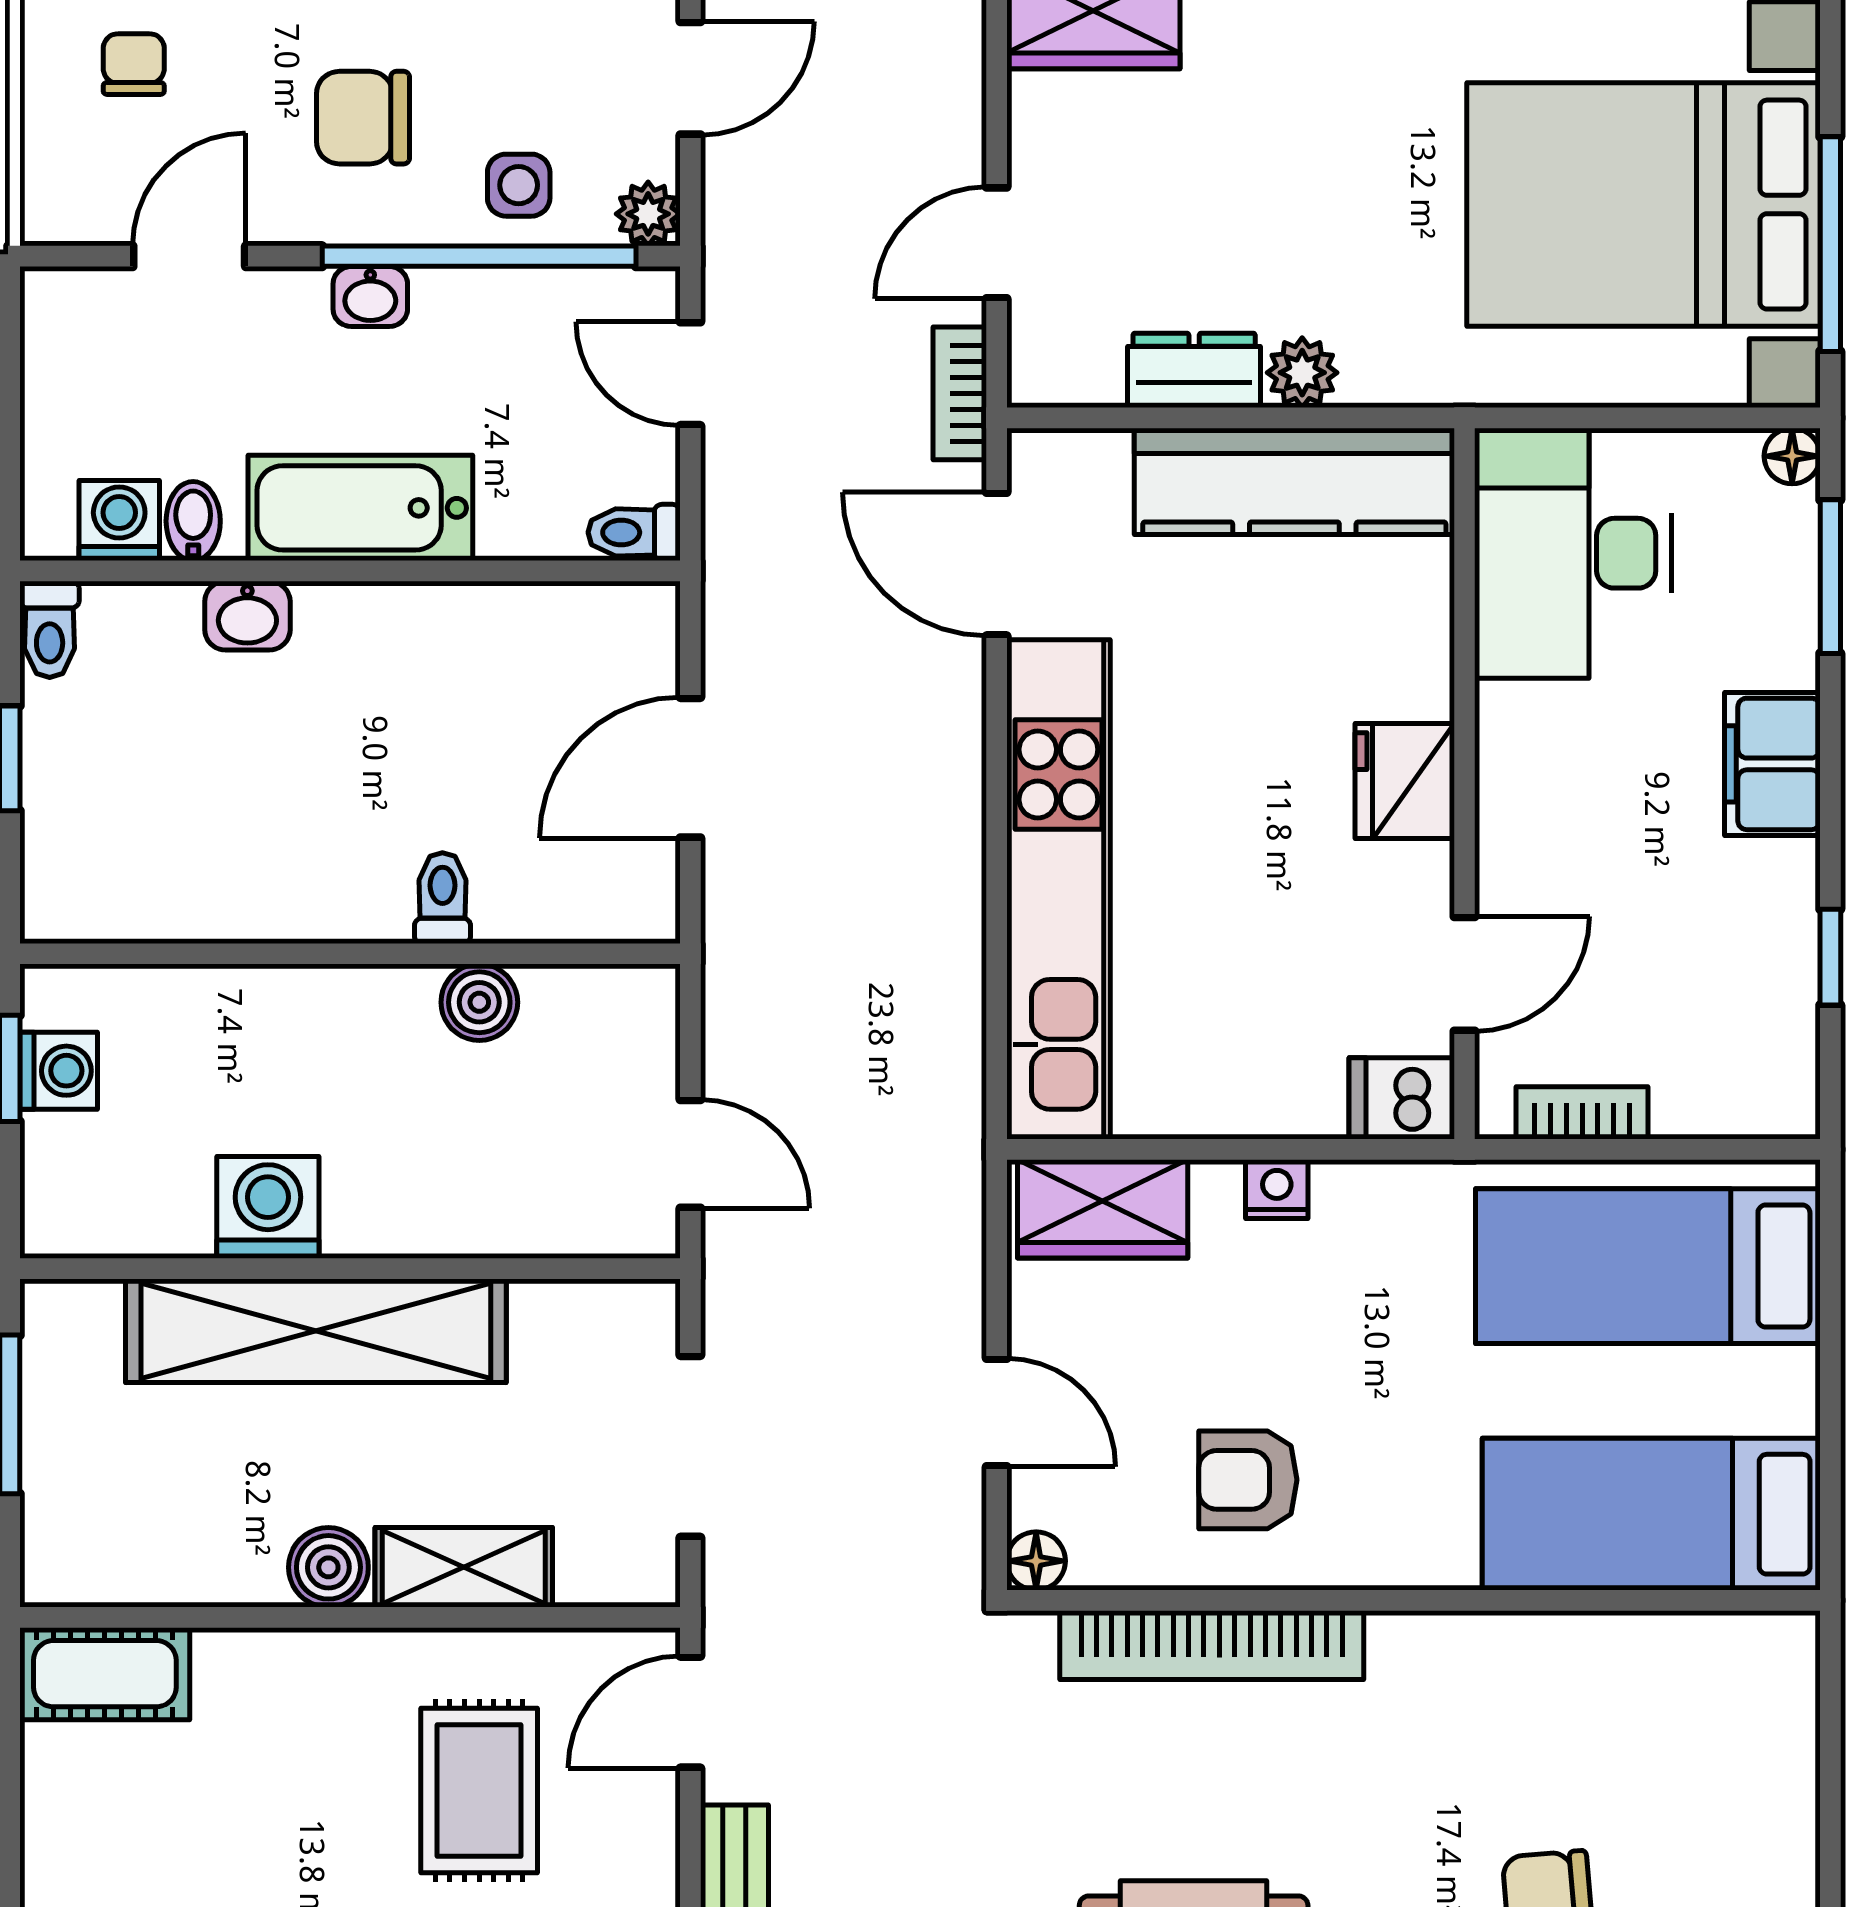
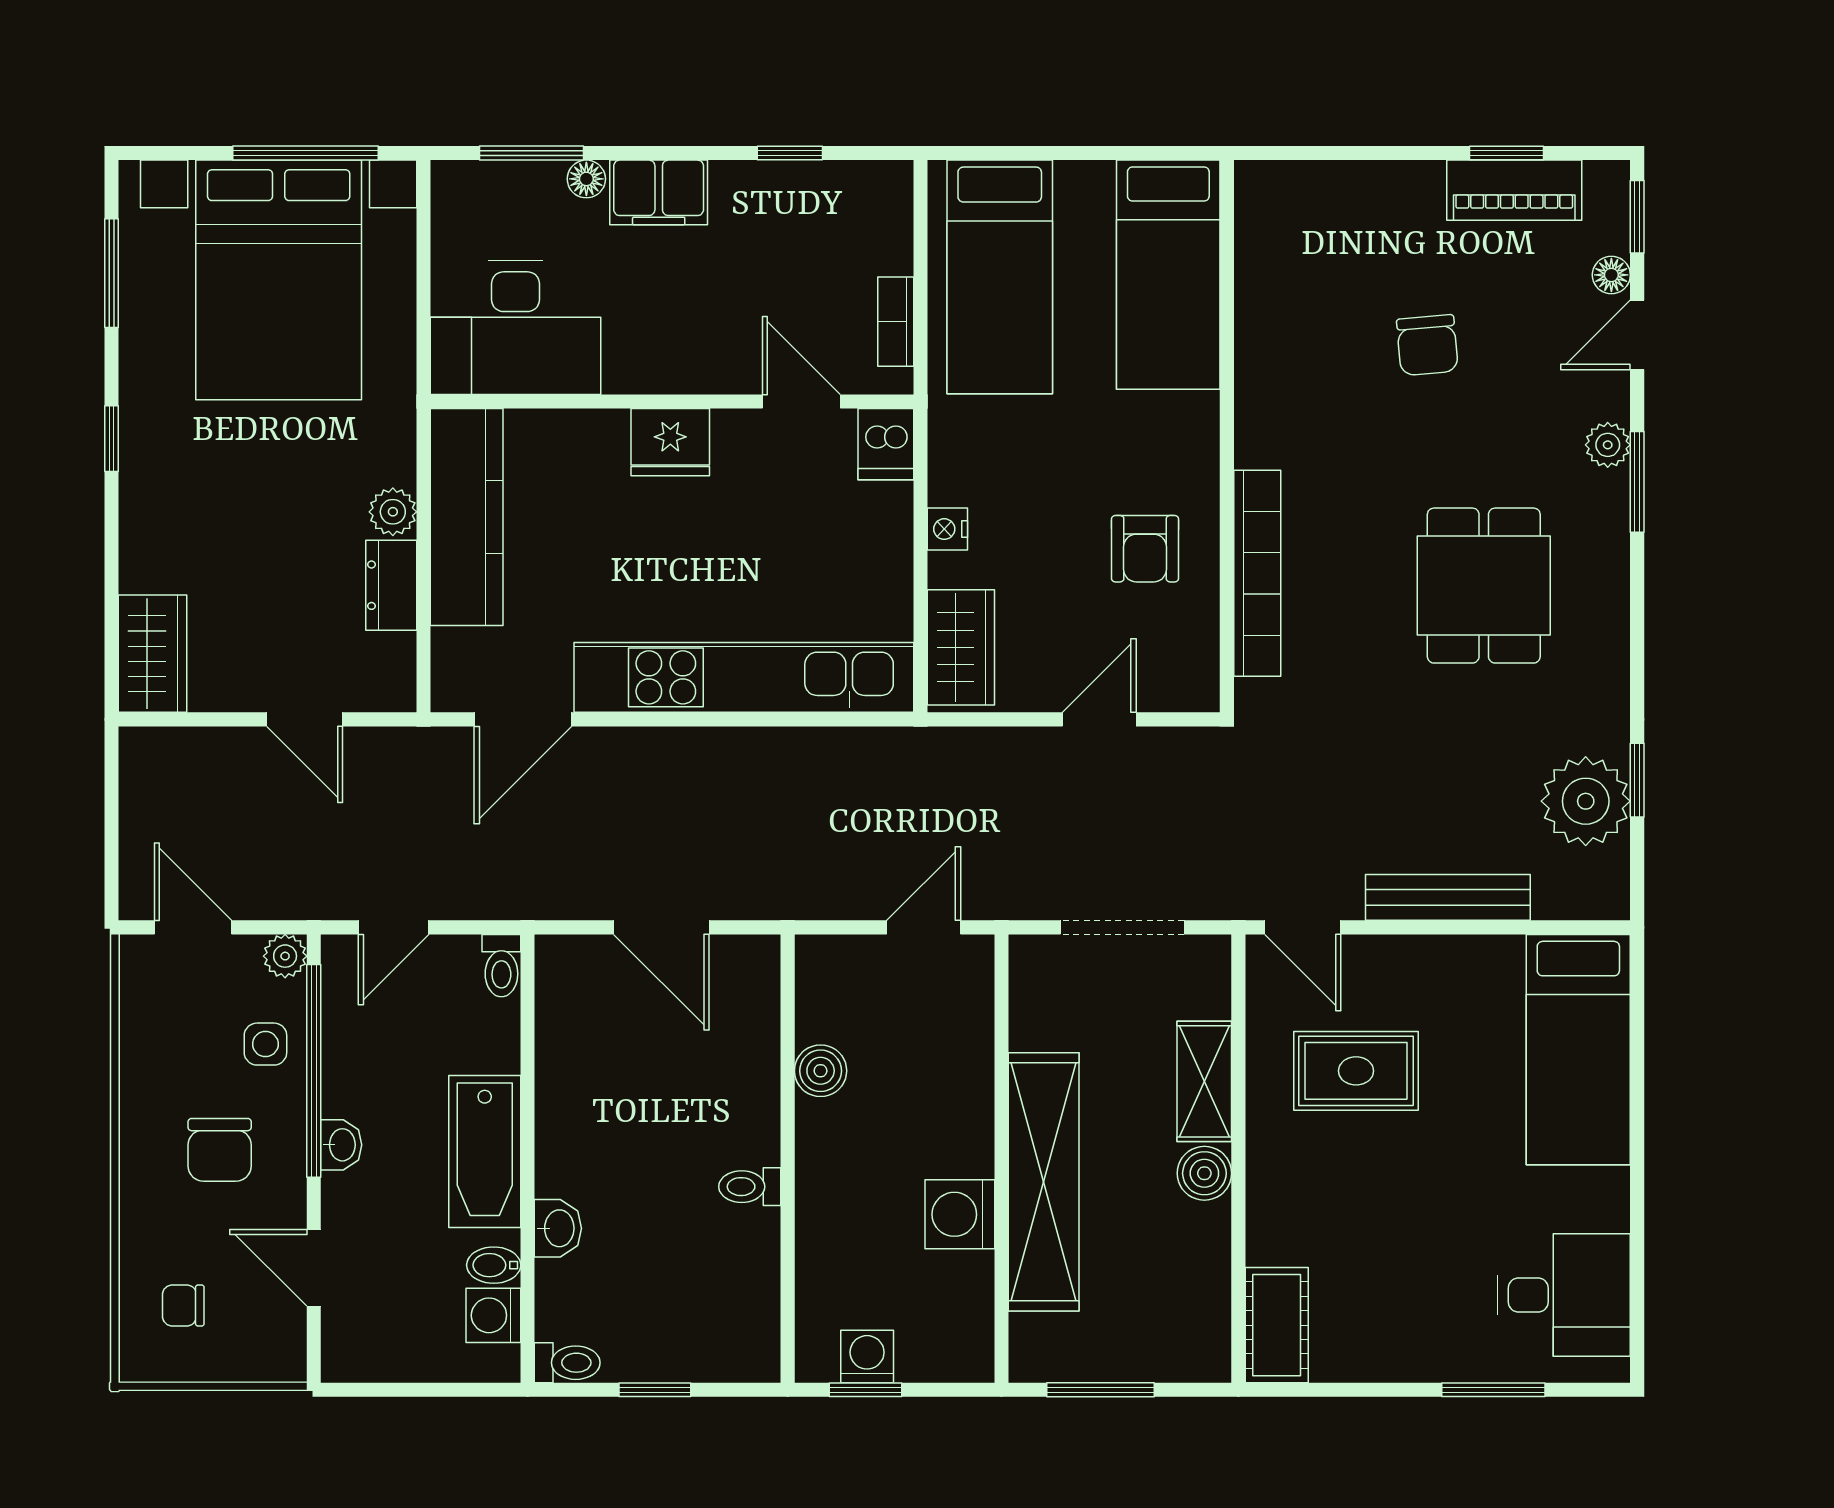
bookcase: (960, 393) -> (407, 744), removed
floor lamp: (1792, 456) -> (586, 179), moved
toilet: (442, 898) -> (750, 1187), moved
floor lamp: (1036, 1561) -> (1200, 693), removed

